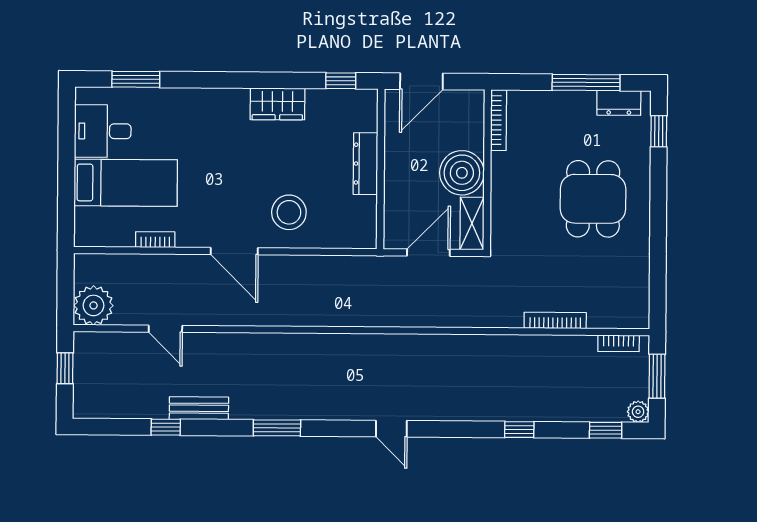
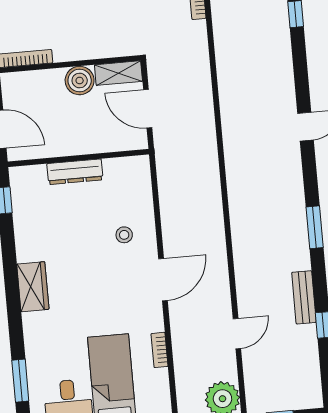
wardrobe: (277, 104) -> (33, 287), moved
boiler: (462, 173) -> (80, 80), width x0.73, depth x0.73
stool: (289, 212) -> (124, 235), width x0.53, depth x0.53

